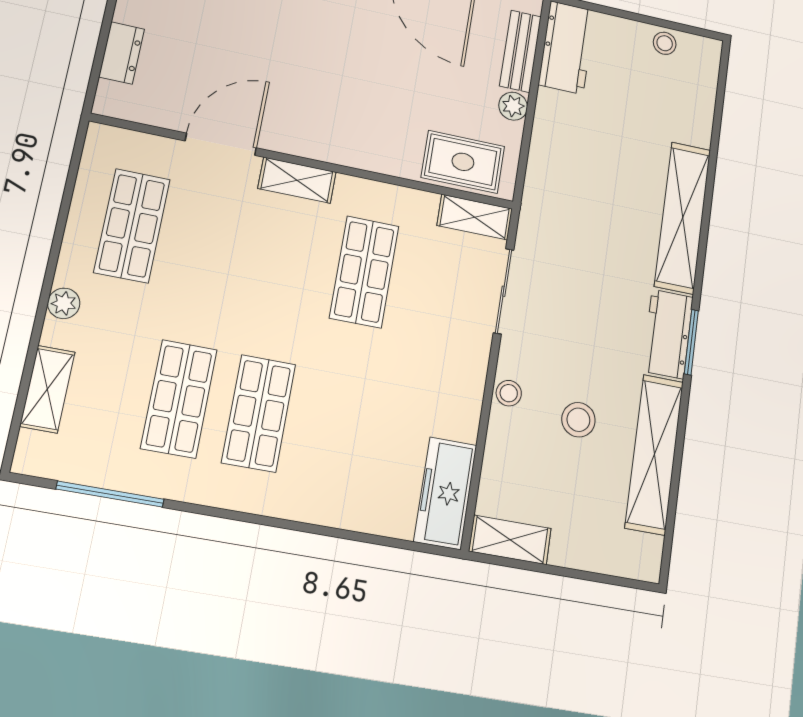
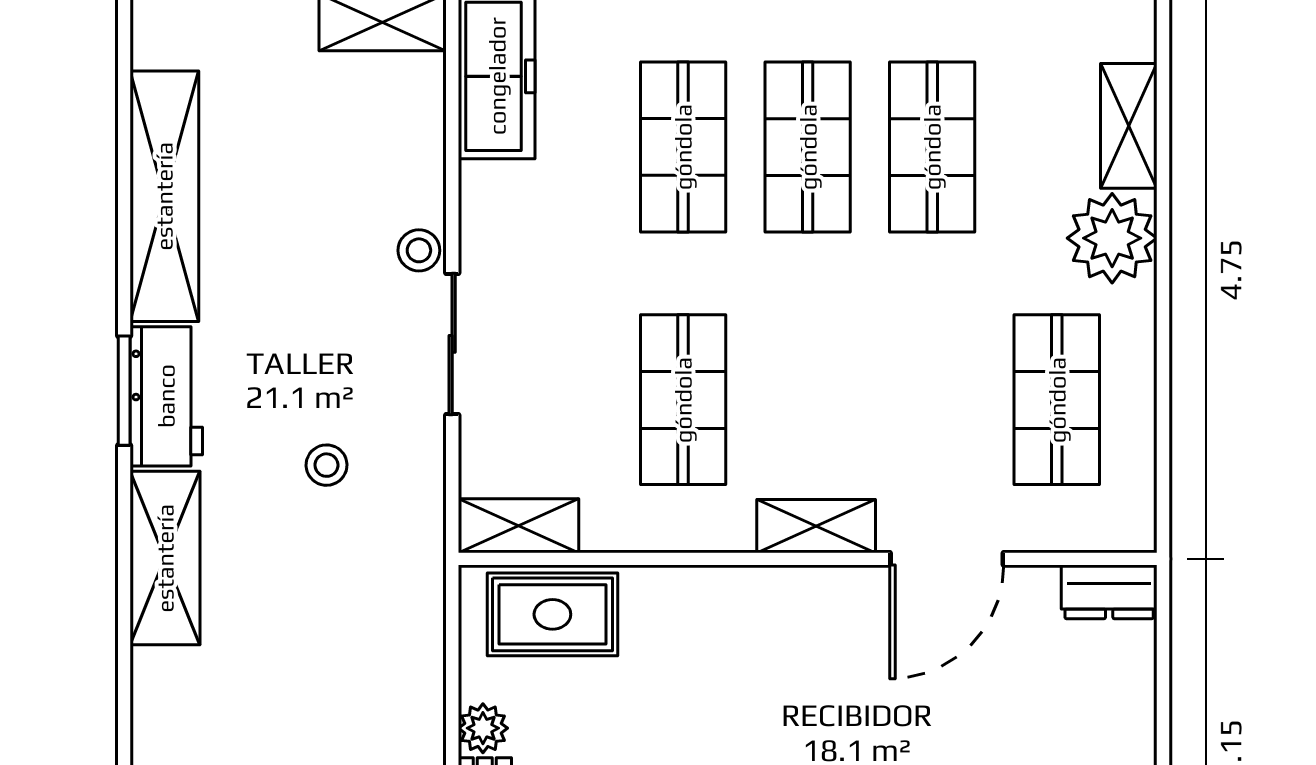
dresser: (122, 53) -> (1109, 592), moved, turned -90
shelving: (683, 218) -> (165, 558), width x0.68
sliding door: (504, 291) -> (452, 344), moved
plant: (64, 303) -> (1112, 238), width x1.88, depth x1.88
stool: (578, 420) -> (327, 465), moved, width x0.73, depth x0.73
shop shelf: (337, 428) -> (683, 147), added

